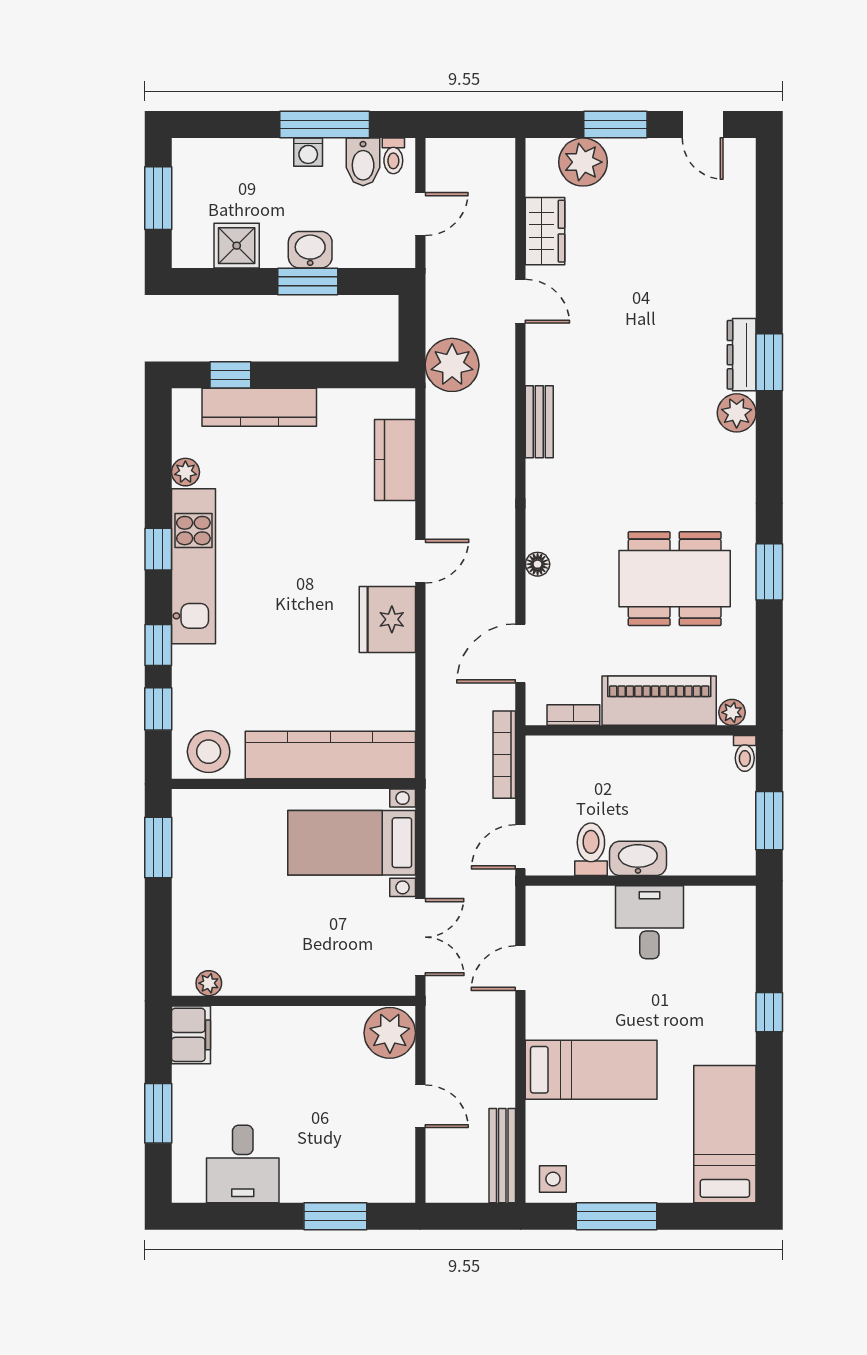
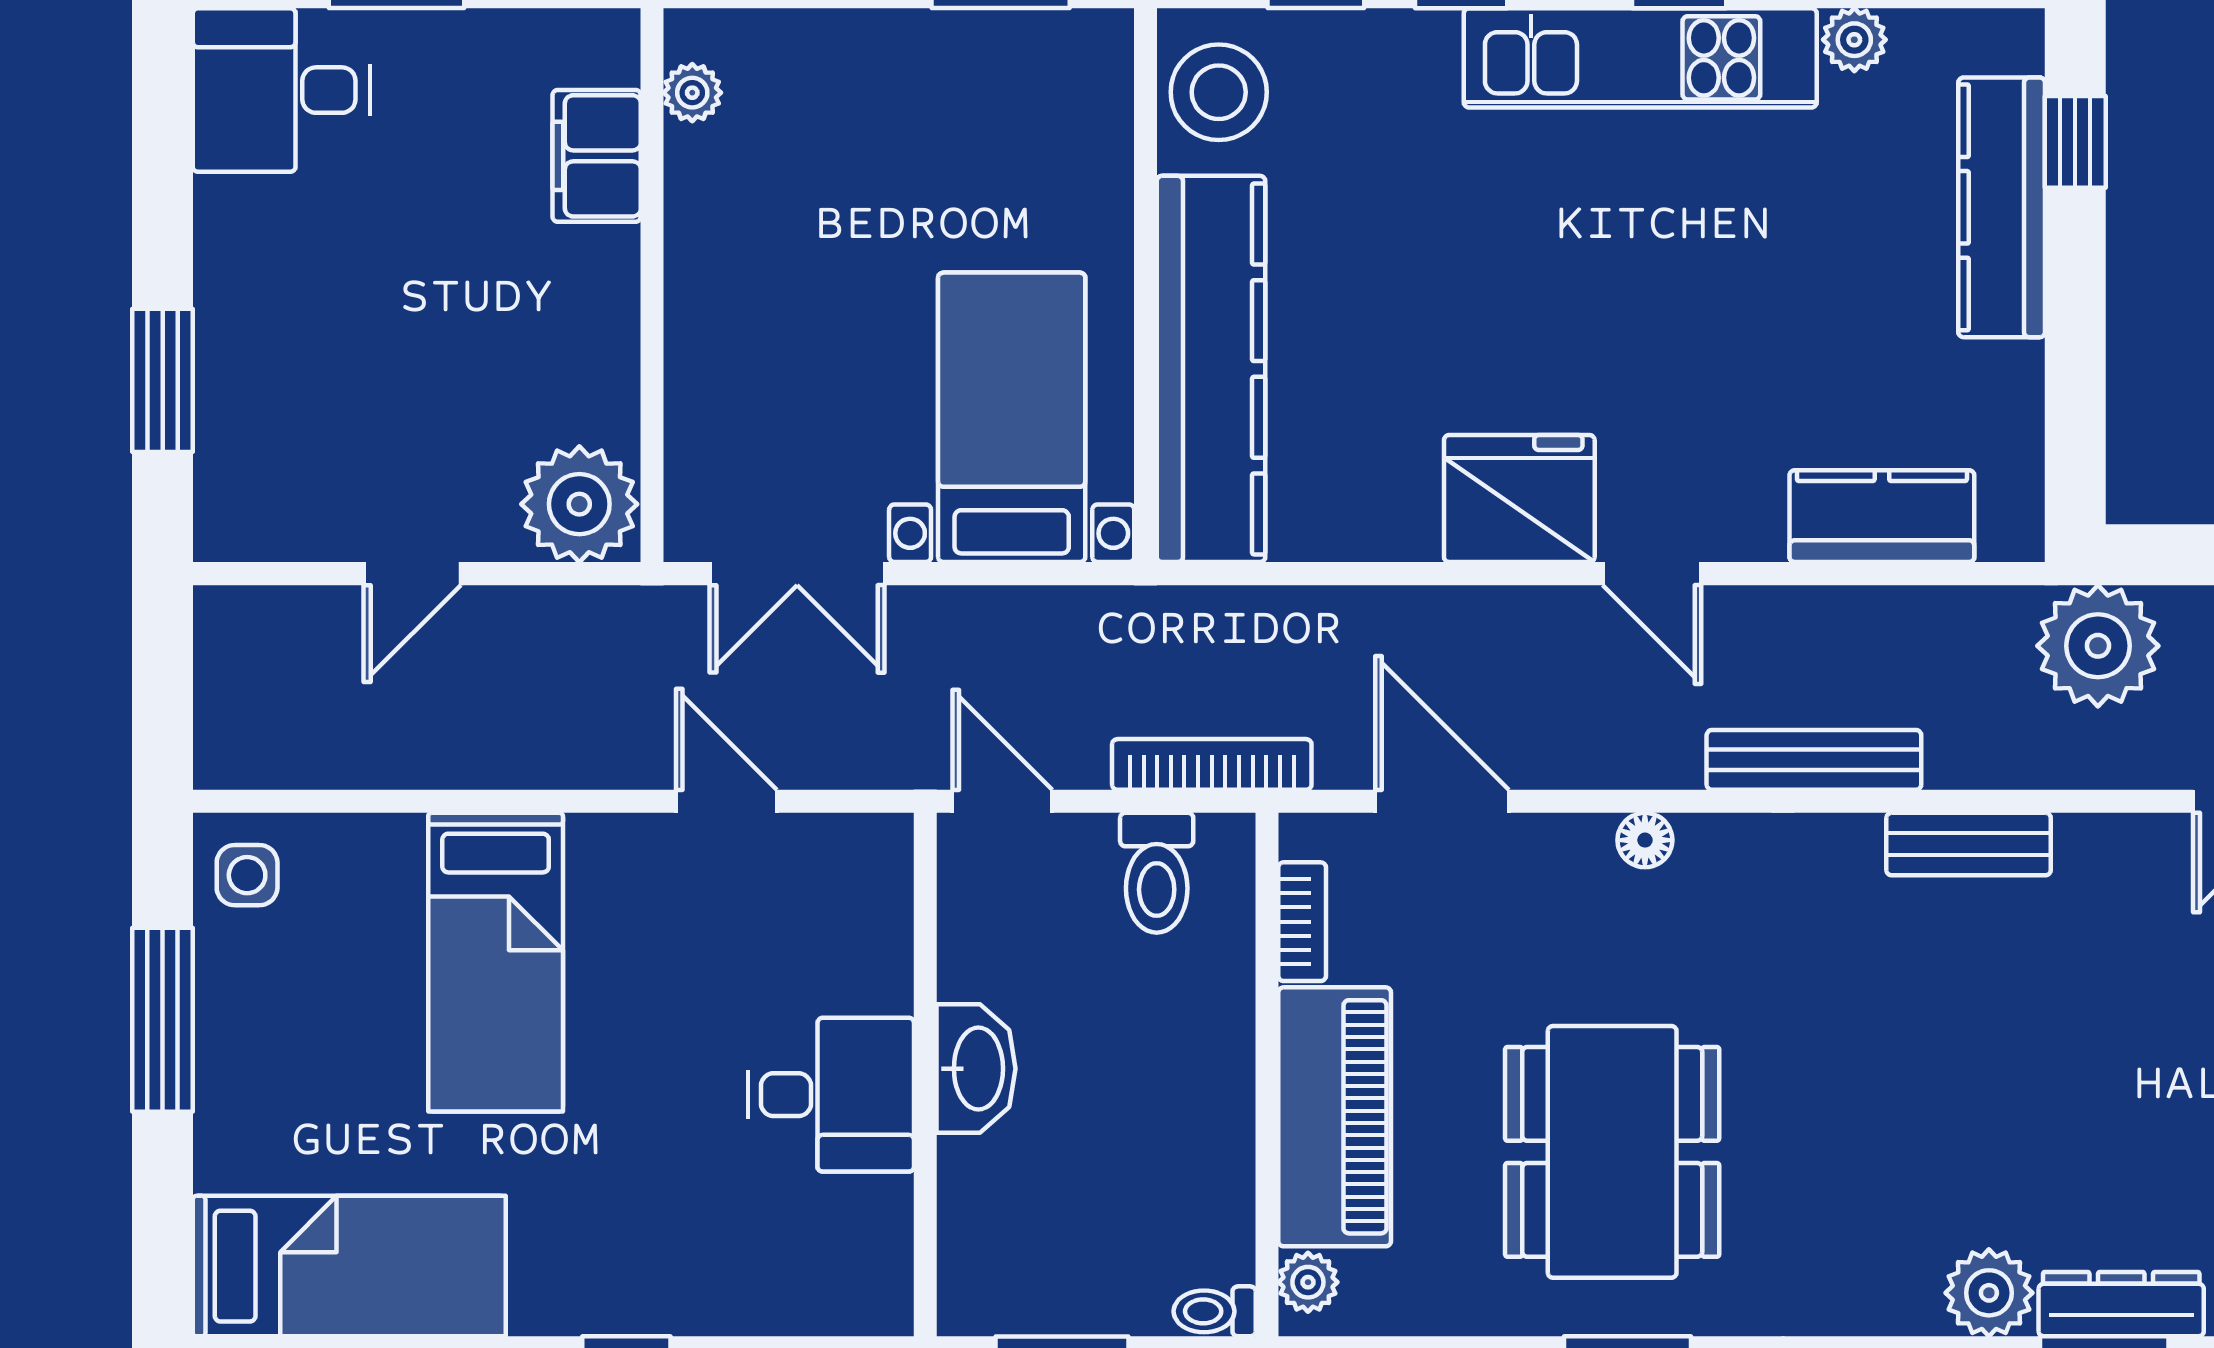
toilet: (591, 849) -> (1157, 873), moved, turned 90
filing cabinet: (191, 1035) -> (597, 156), moved, turned 90
bench: (502, 1156) -> (1814, 760), moved
desk: (243, 1164) -> (281, 90), moved

